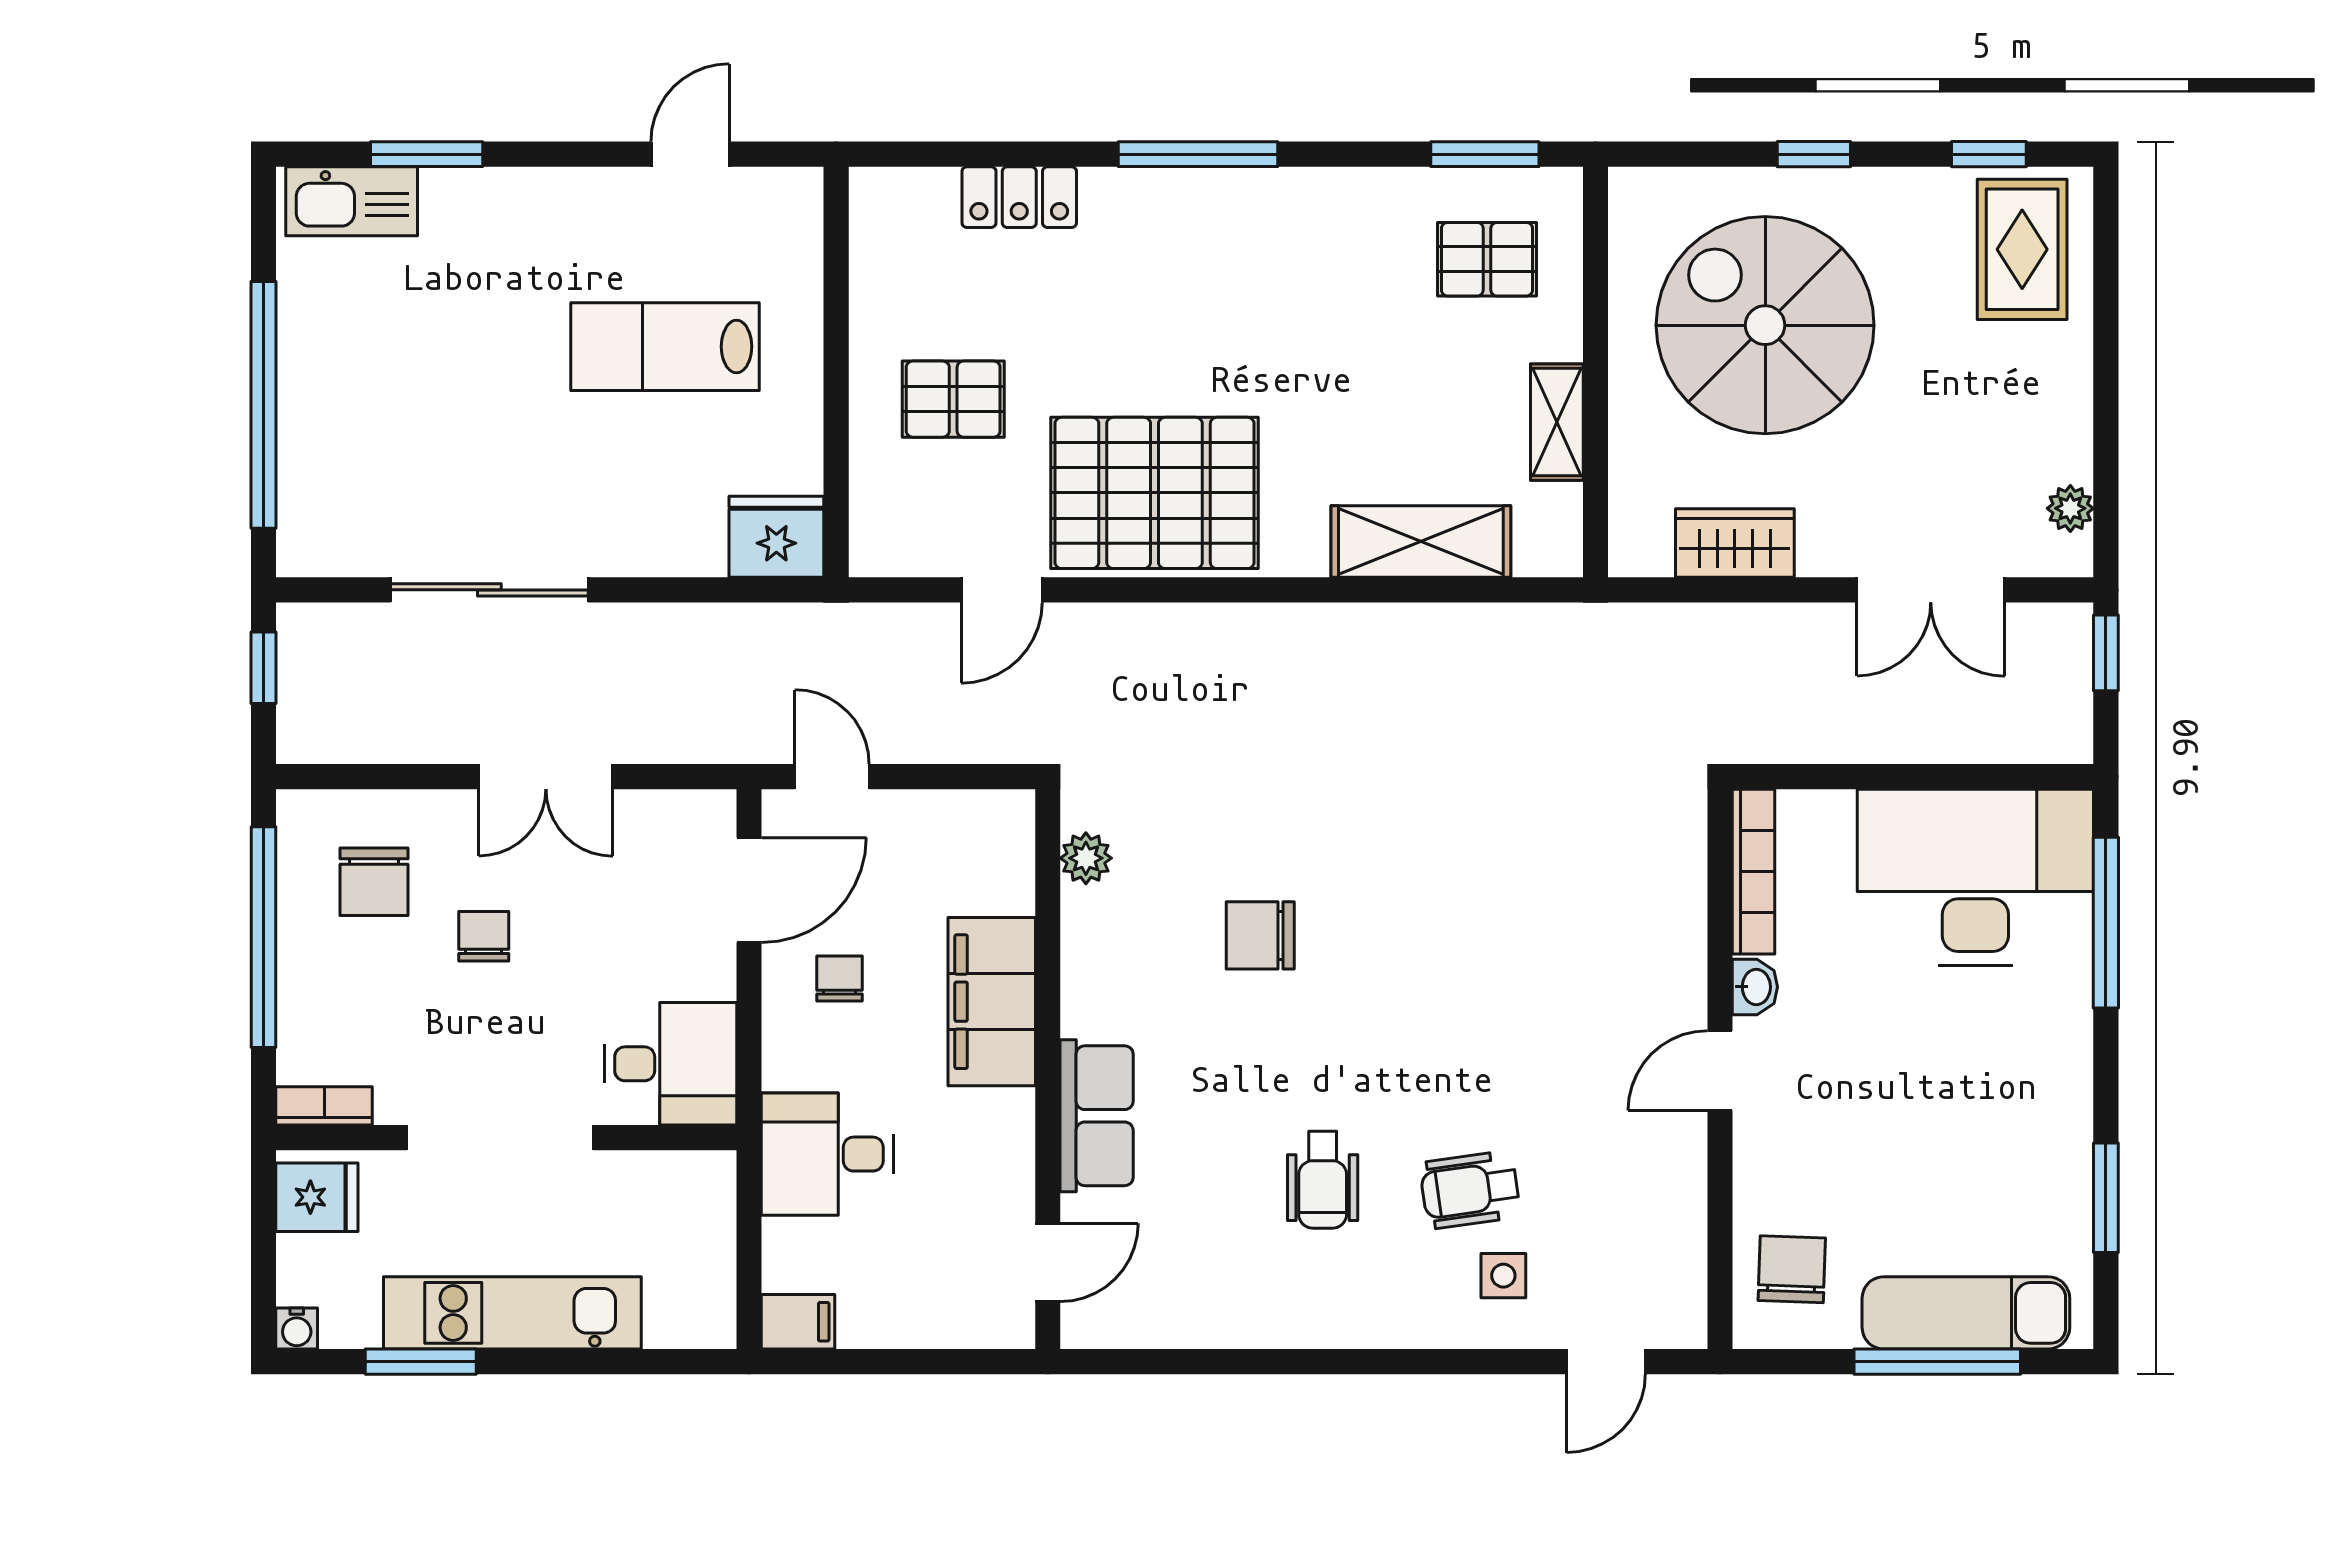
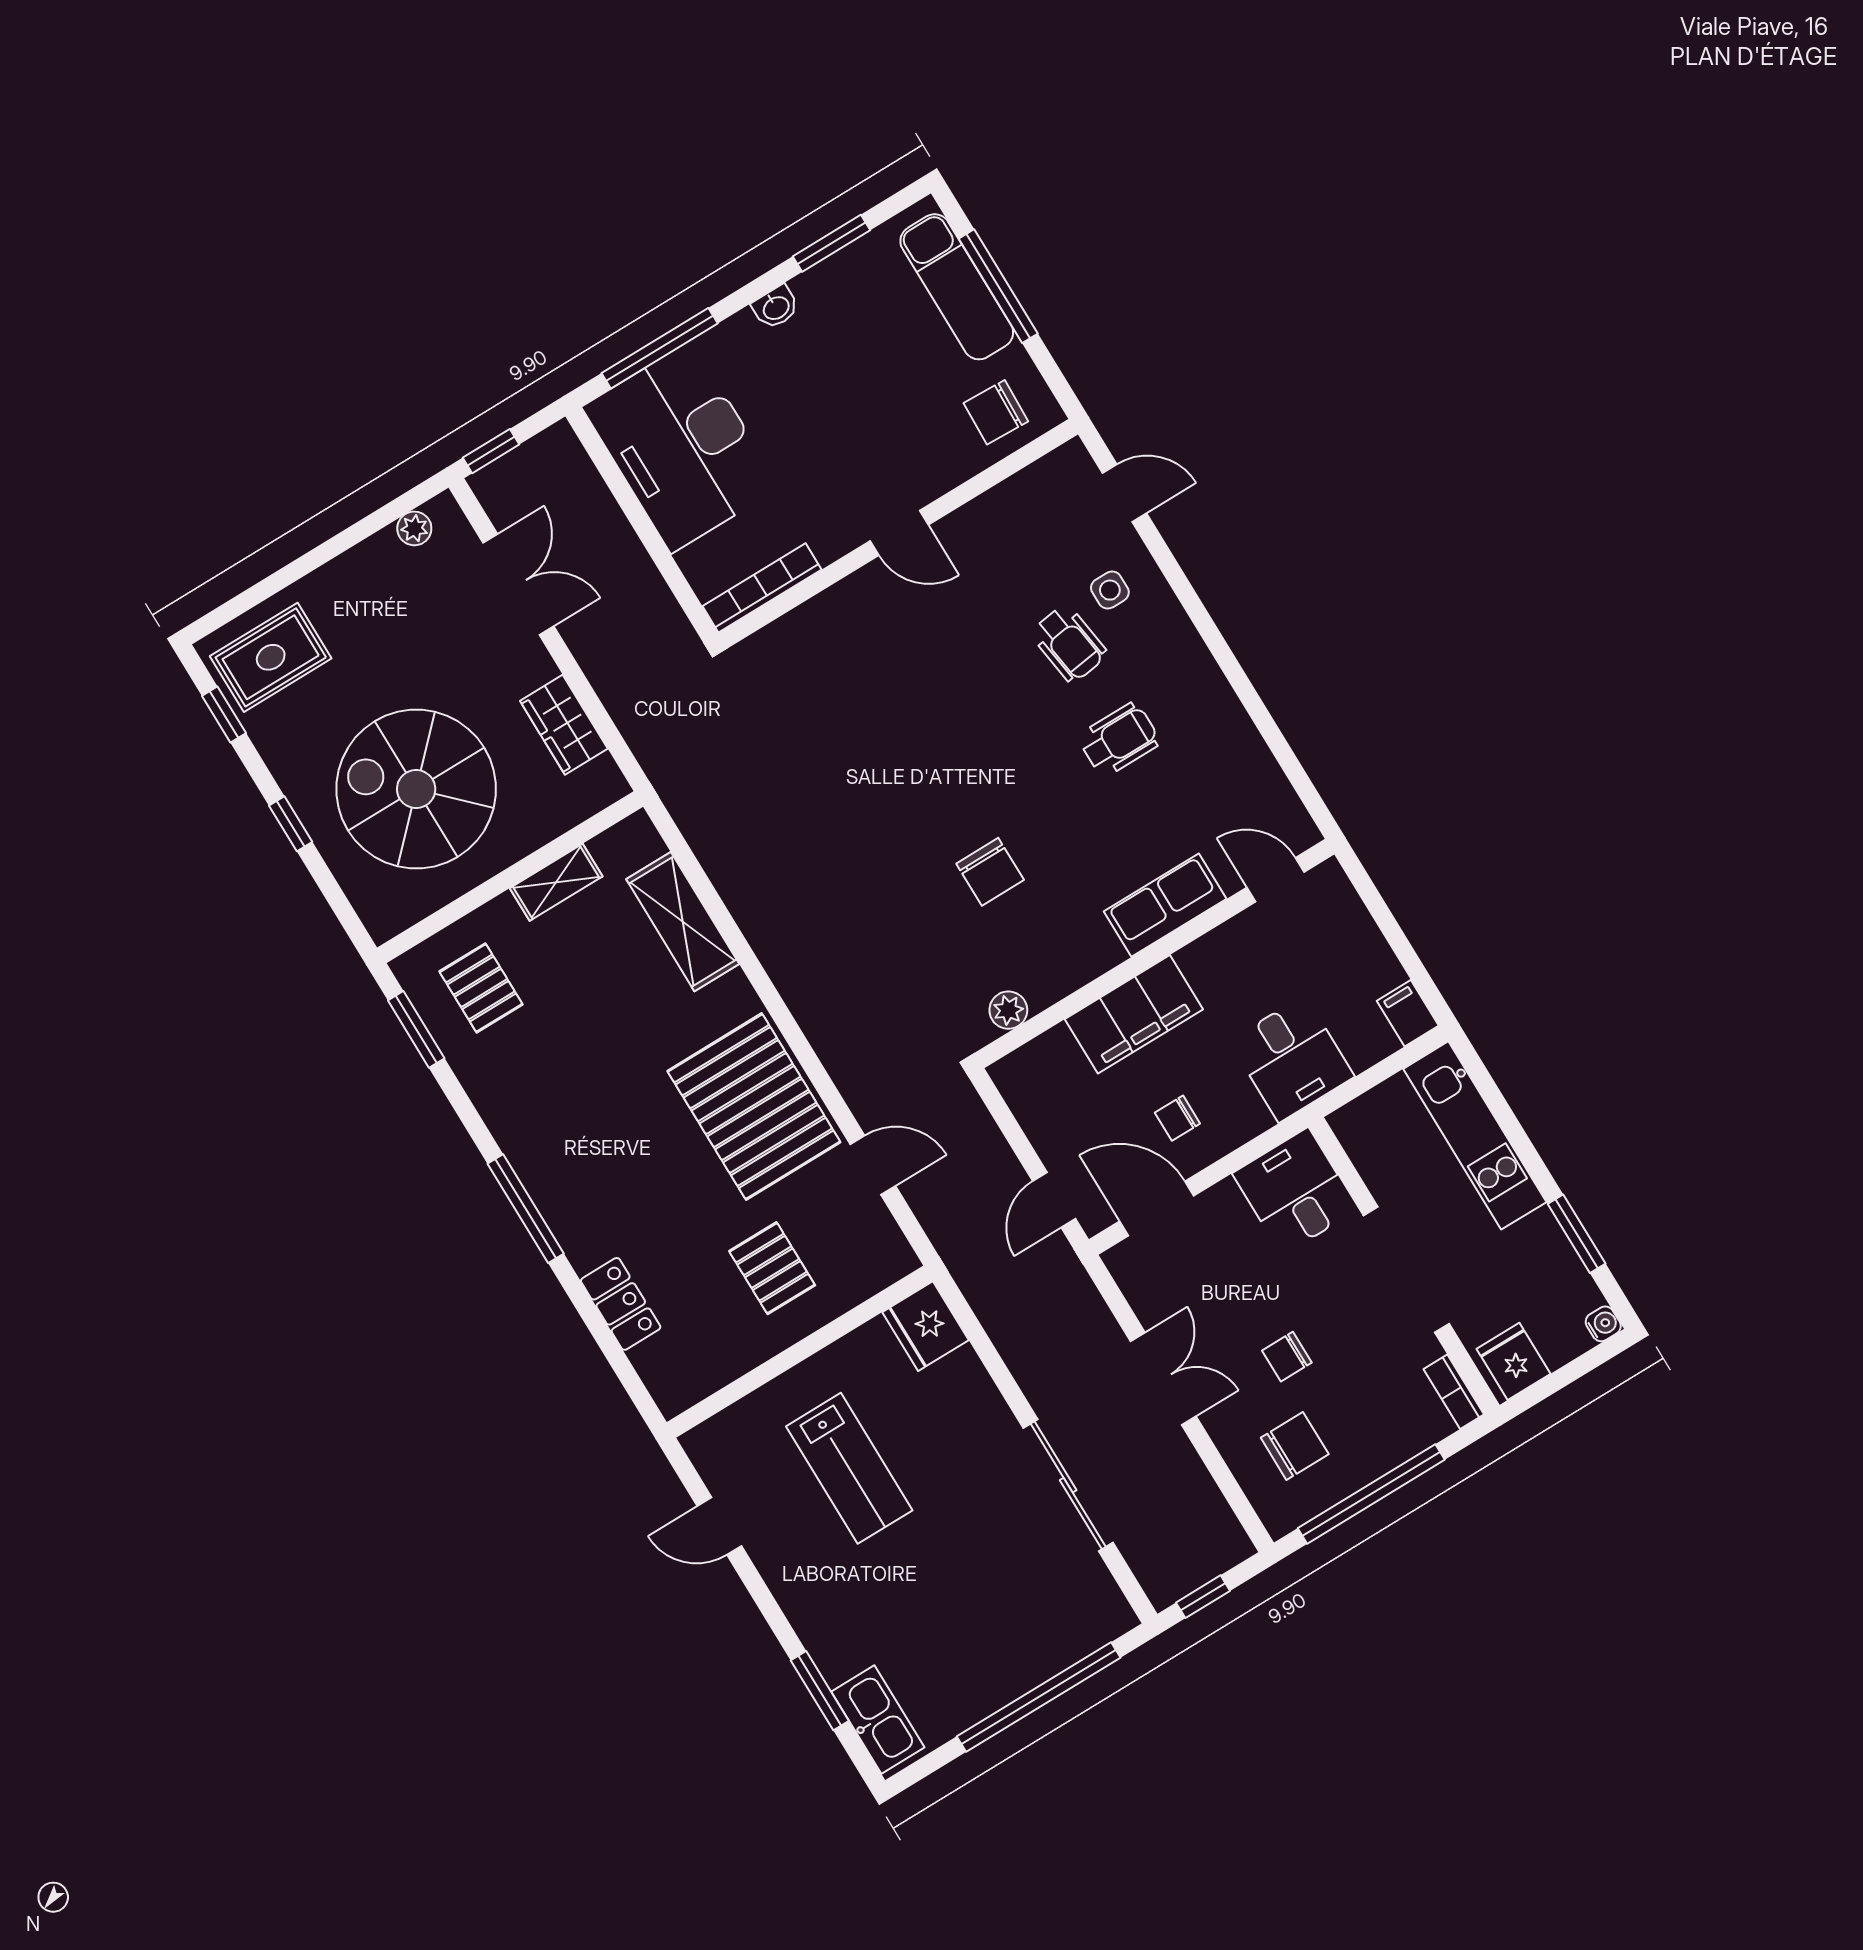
spiral stairs: (1765, 325) -> (416, 789), turned 90
washbasin: (1755, 987) -> (776, 307), moved, turned 180
kitchen unit: (512, 1313) -> (1475, 1135), moved

